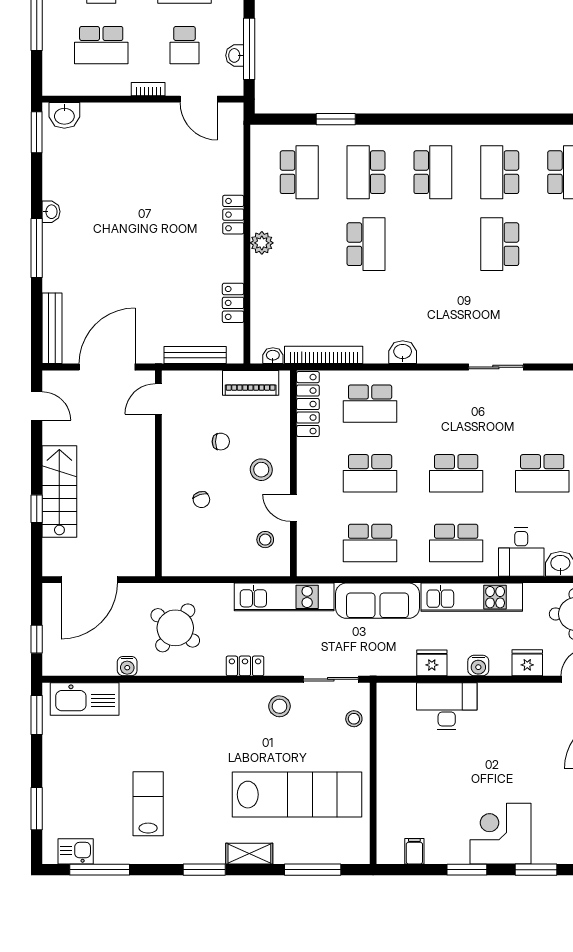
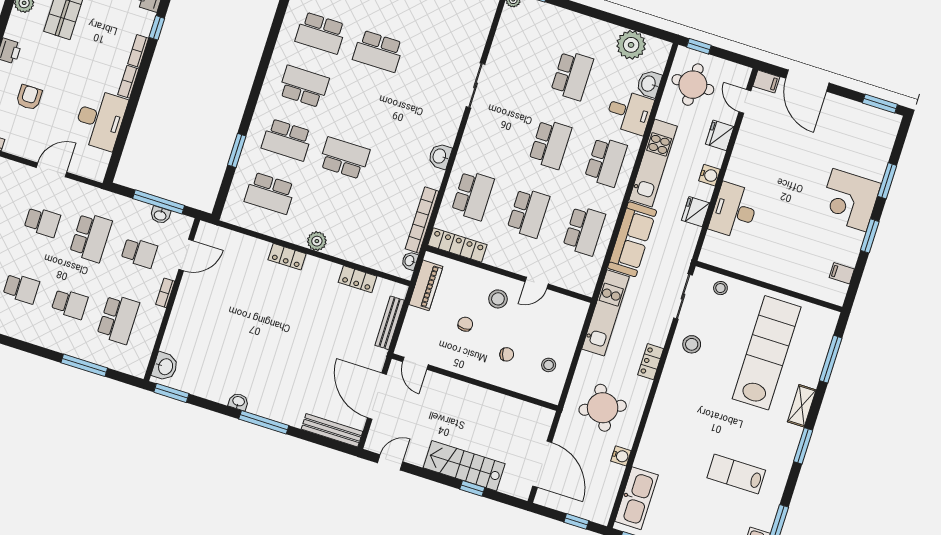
school desk: (299, 172) -> (270, 193), turned 180
stool: (265, 540) -> (549, 365), moved
round table: (175, 628) -> (603, 408), turned 30

